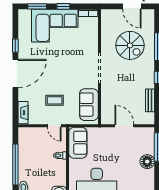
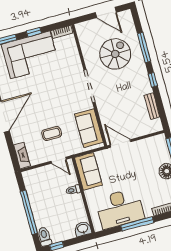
spiral stairs: (130, 45) -> (115, 54), turned -90
door: (124, 126) -> (120, 143), moved

